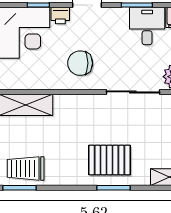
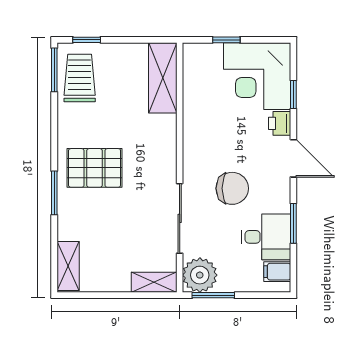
chair: (80, 63) -> (232, 188), moved, turned 90
pallet: (109, 160) -> (95, 168), moved, turned 90

